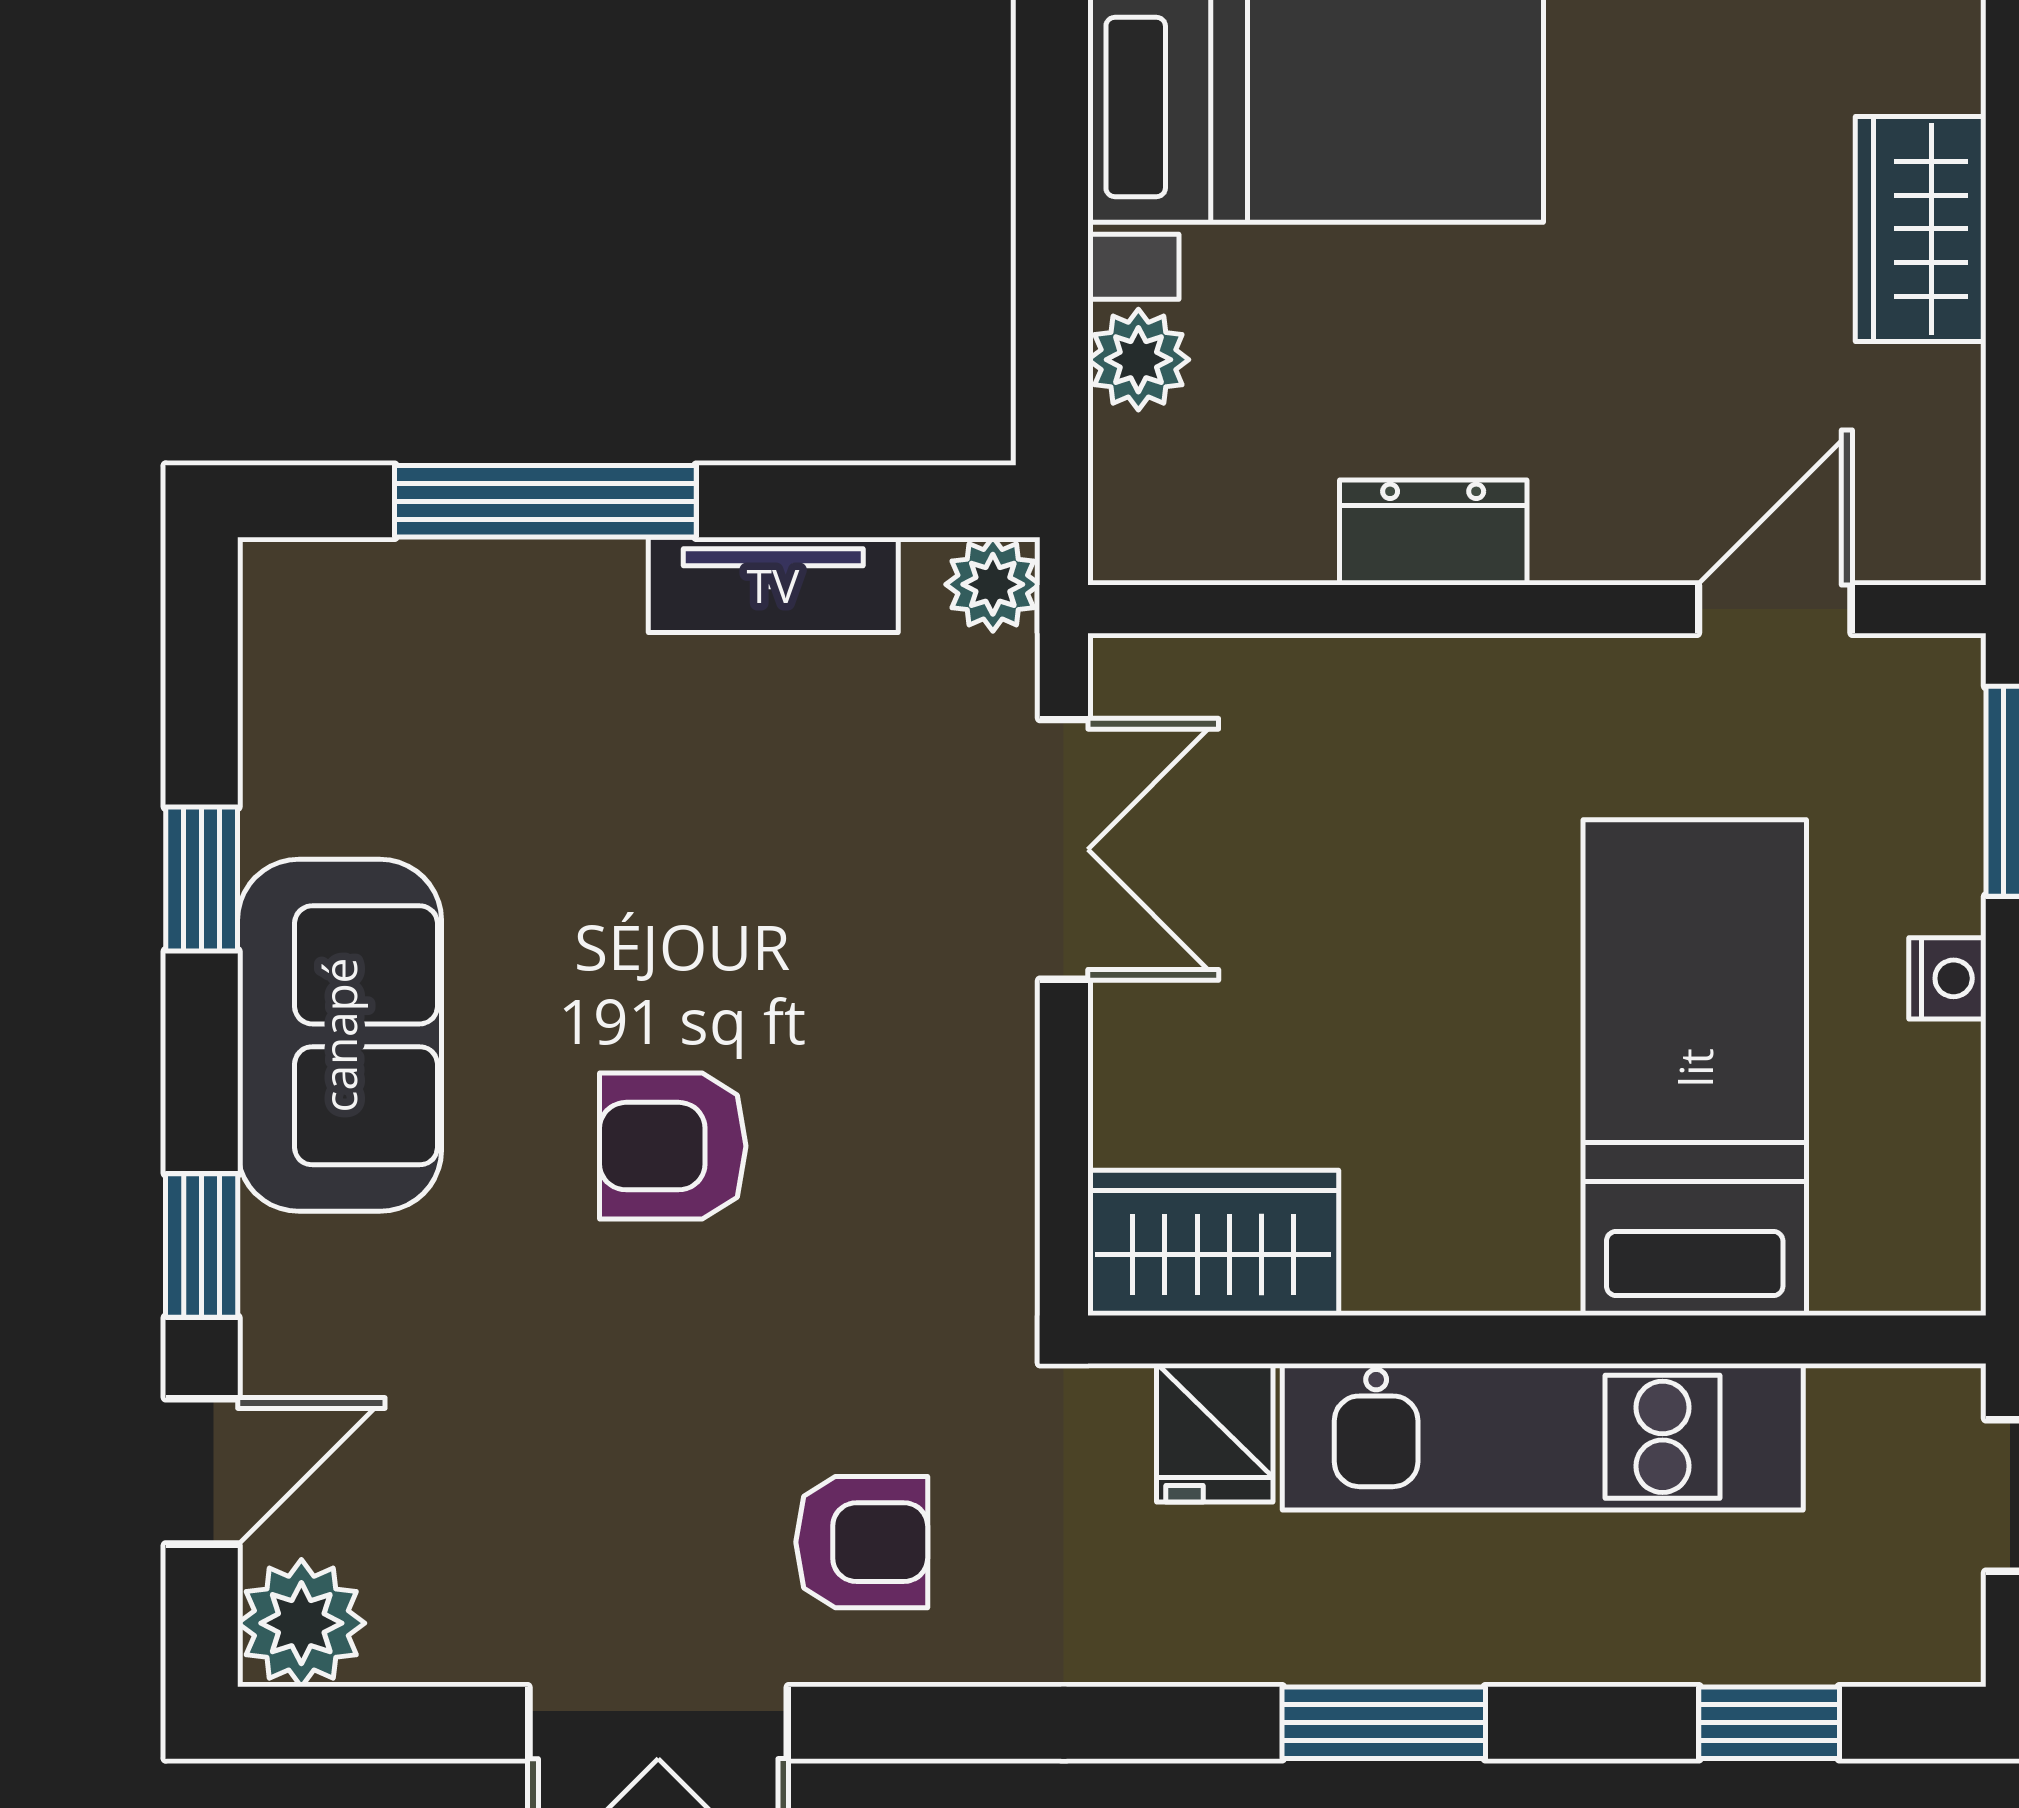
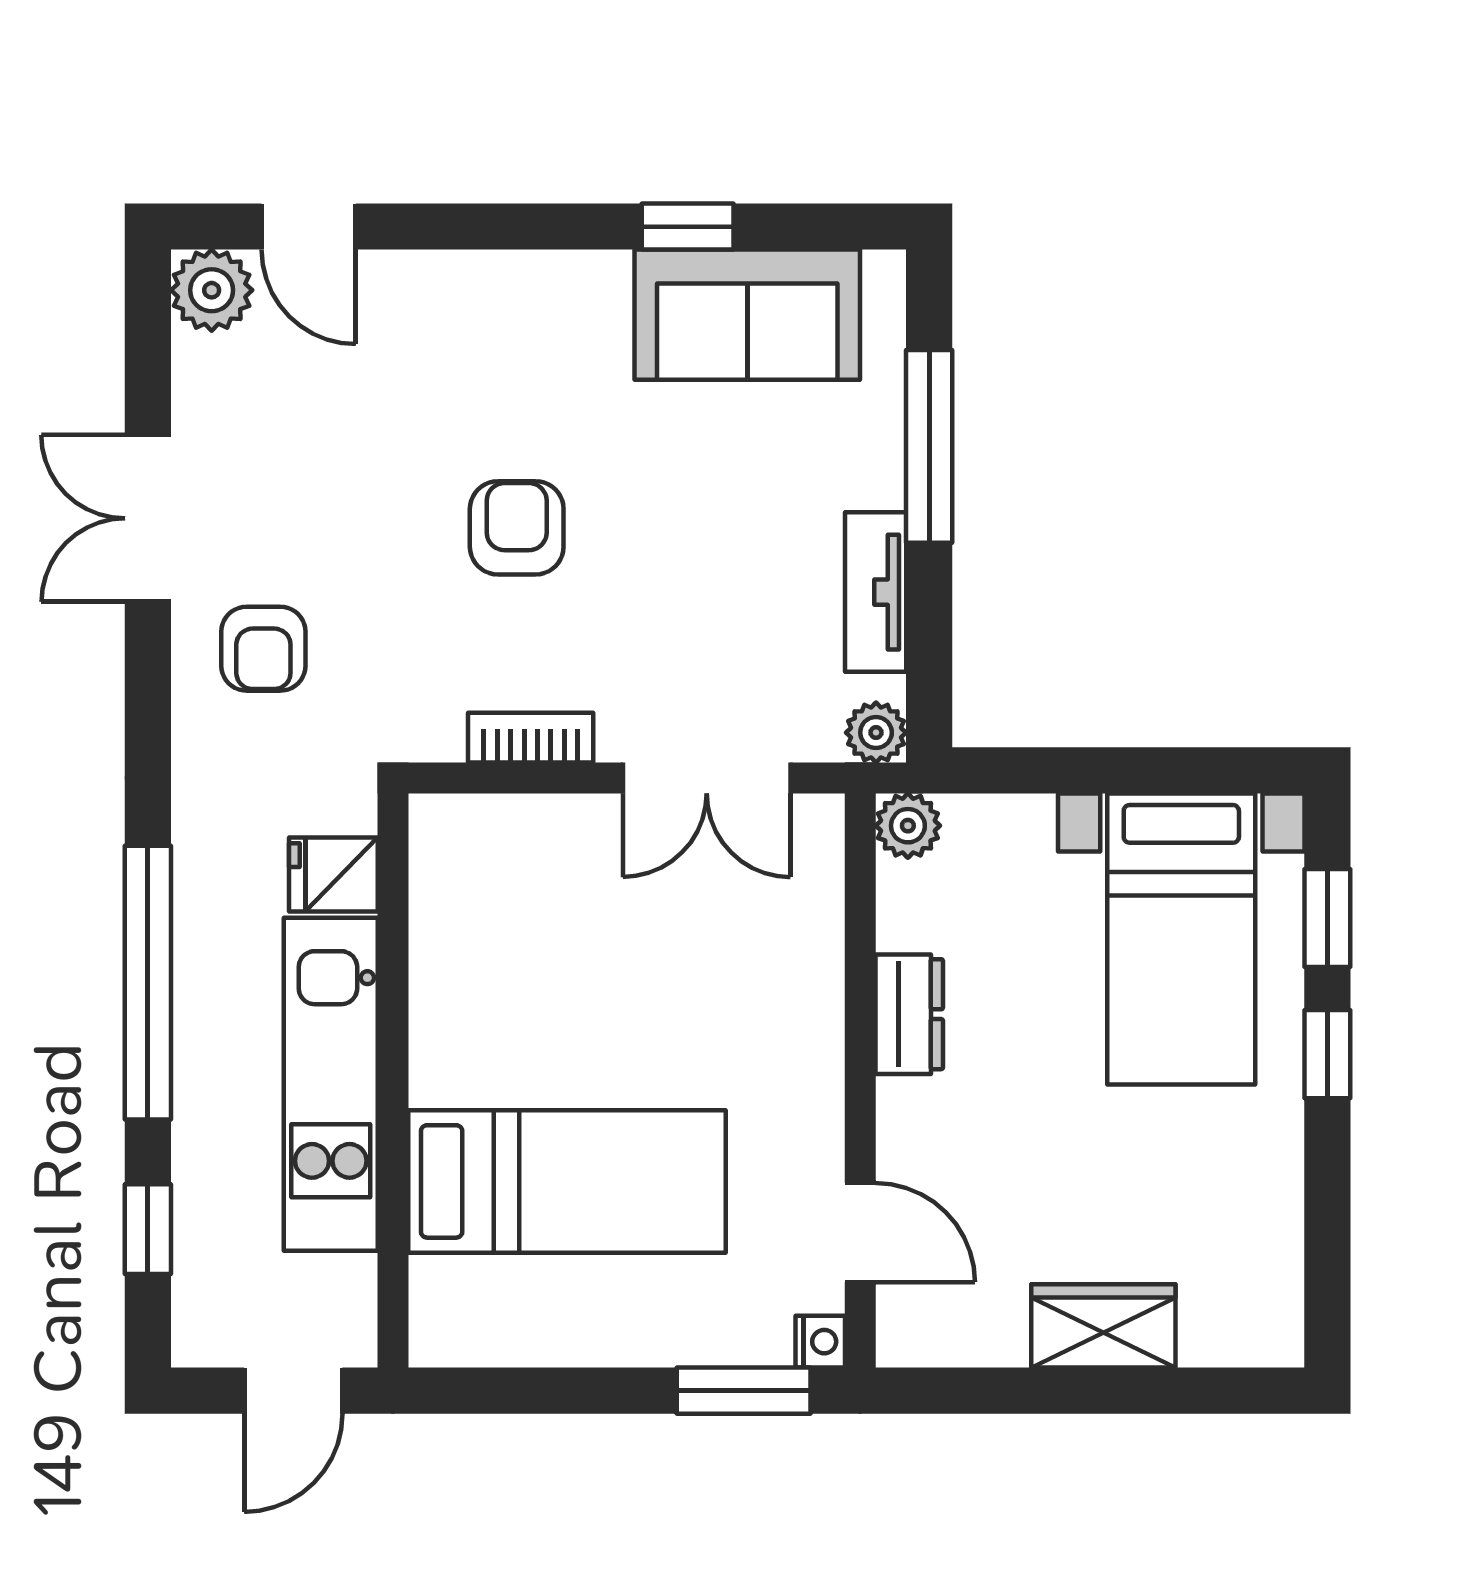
plant: (1138, 360) -> (908, 826), moved
nightstand: (1947, 978) -> (820, 1342), moved, turned -90
sofa: (339, 1035) -> (747, 315), moved
bookcase: (1001, 1124) -> (531, 738), added
wardrobe: (1213, 1243) -> (455, 873), removed
window: (202, 1245) -> (453, 227), removed
window: (1384, 1723) -> (148, 983), width x2.11

